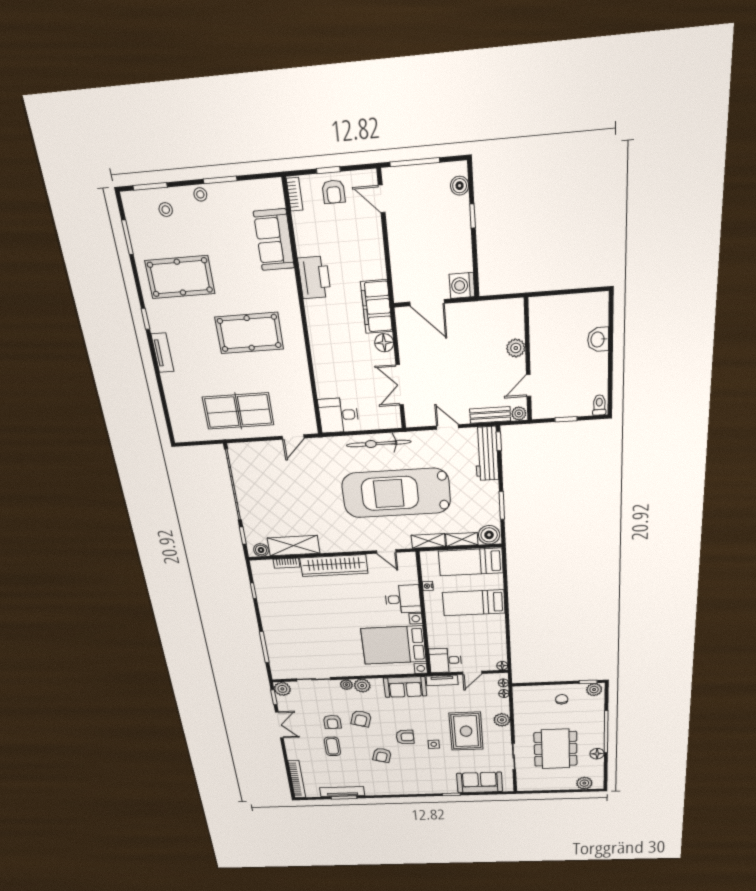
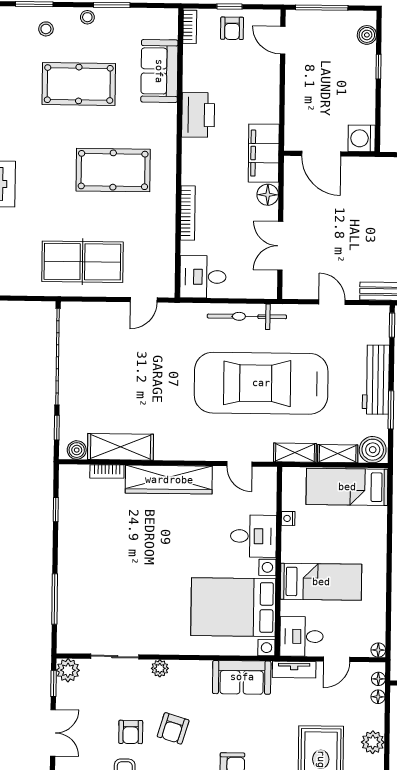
pool table: (180, 277) -> (79, 84), moved
bookcase: (318, 364) -> (188, 213), added
workbench: (487, 454) -> (376, 380), moved
bed: (474, 603) -> (321, 582), moved, turned 180
plant: (362, 686) -> (182, 671), removed

